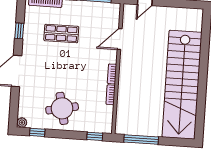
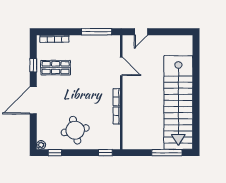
shop shelf: (61, 34) -> (56, 68), moved
door: (120, 39) -> (121, 66), swing flipped
window: (141, 140) -> (167, 153), moved

